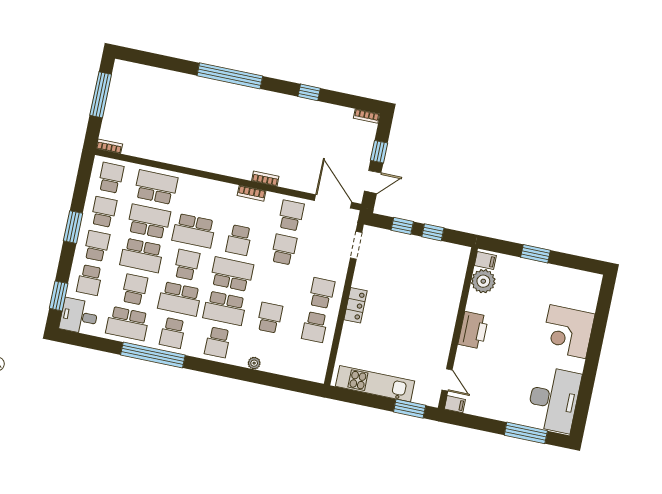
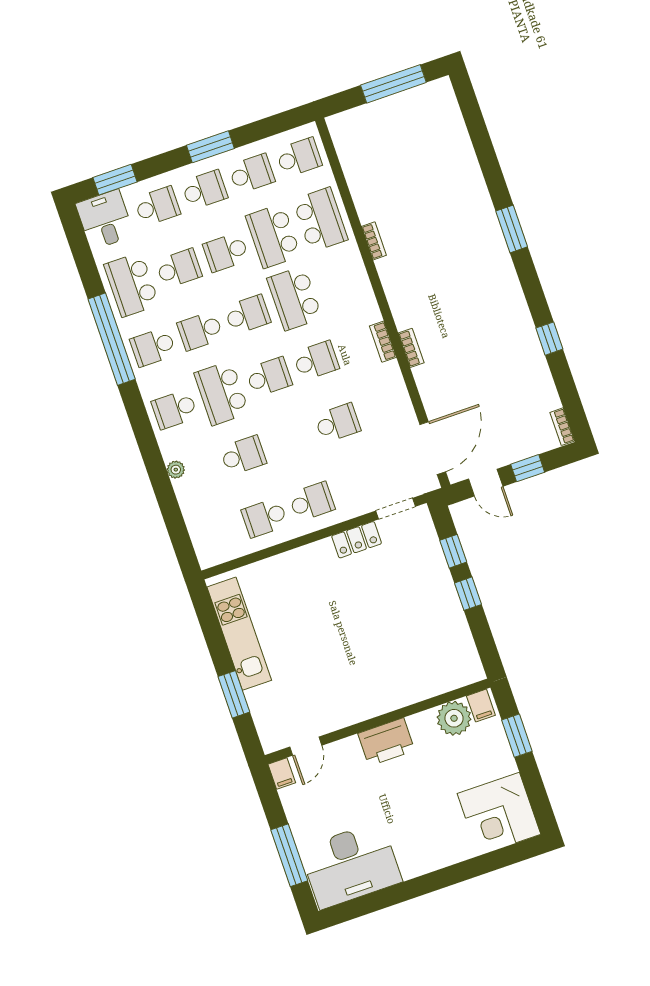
window: (230, 76) -> (512, 229), width x0.47
bookcase: (109, 146) -> (374, 241), moved
school desk: (291, 215) -> (385, 407), removed
school desk: (149, 221) -> (273, 236), turned 180
school desk: (239, 240) -> (316, 361), turned 180
school desk: (142, 255) -> (226, 252), width x0.54
filing cabinet: (485, 261) -> (481, 706), moved
school desk: (232, 274) -> (269, 377), width x0.54
school desk: (90, 280) -> (157, 206), turned 180
plant: (483, 281) -> (454, 718), moved
school desk: (180, 299) -> (200, 331), width x0.54
locker: (355, 305) -> (357, 540), moved
wall: (458, 328) -> (378, 721), moved
printer: (473, 330) -> (386, 742), moved
corner desk: (568, 332) -> (499, 814), moved, turned -90
door: (447, 380) -> (306, 746), moved
filing cabinet: (455, 404) -> (282, 774), moved

